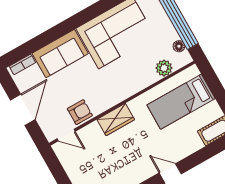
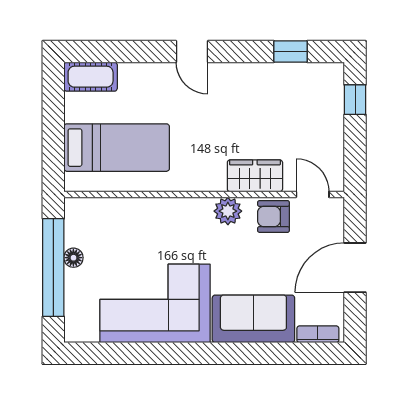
floor lamp: (179, 46) -> (73, 258), moved
plant: (164, 68) -> (228, 211), moved
wardrobe: (116, 120) -> (255, 176), moved

